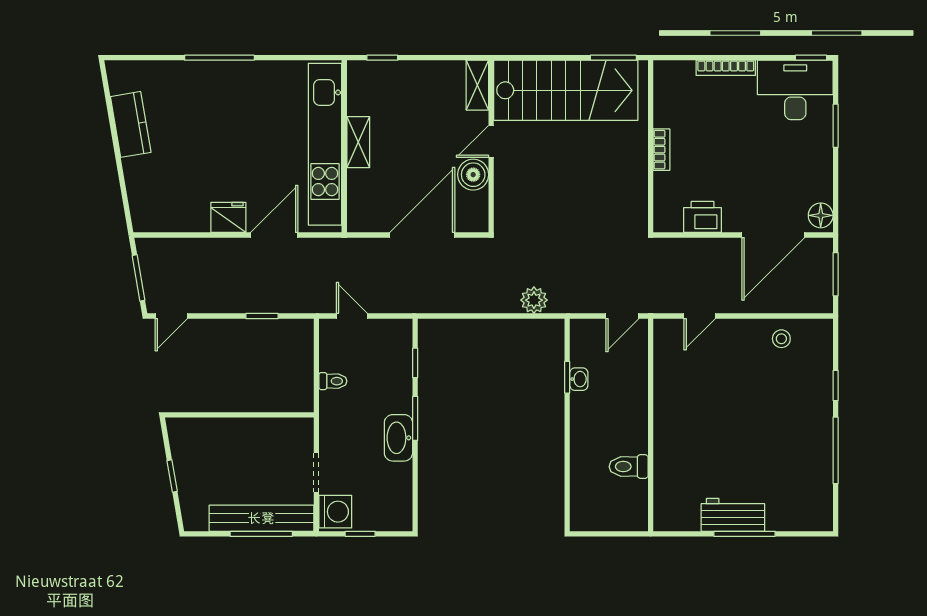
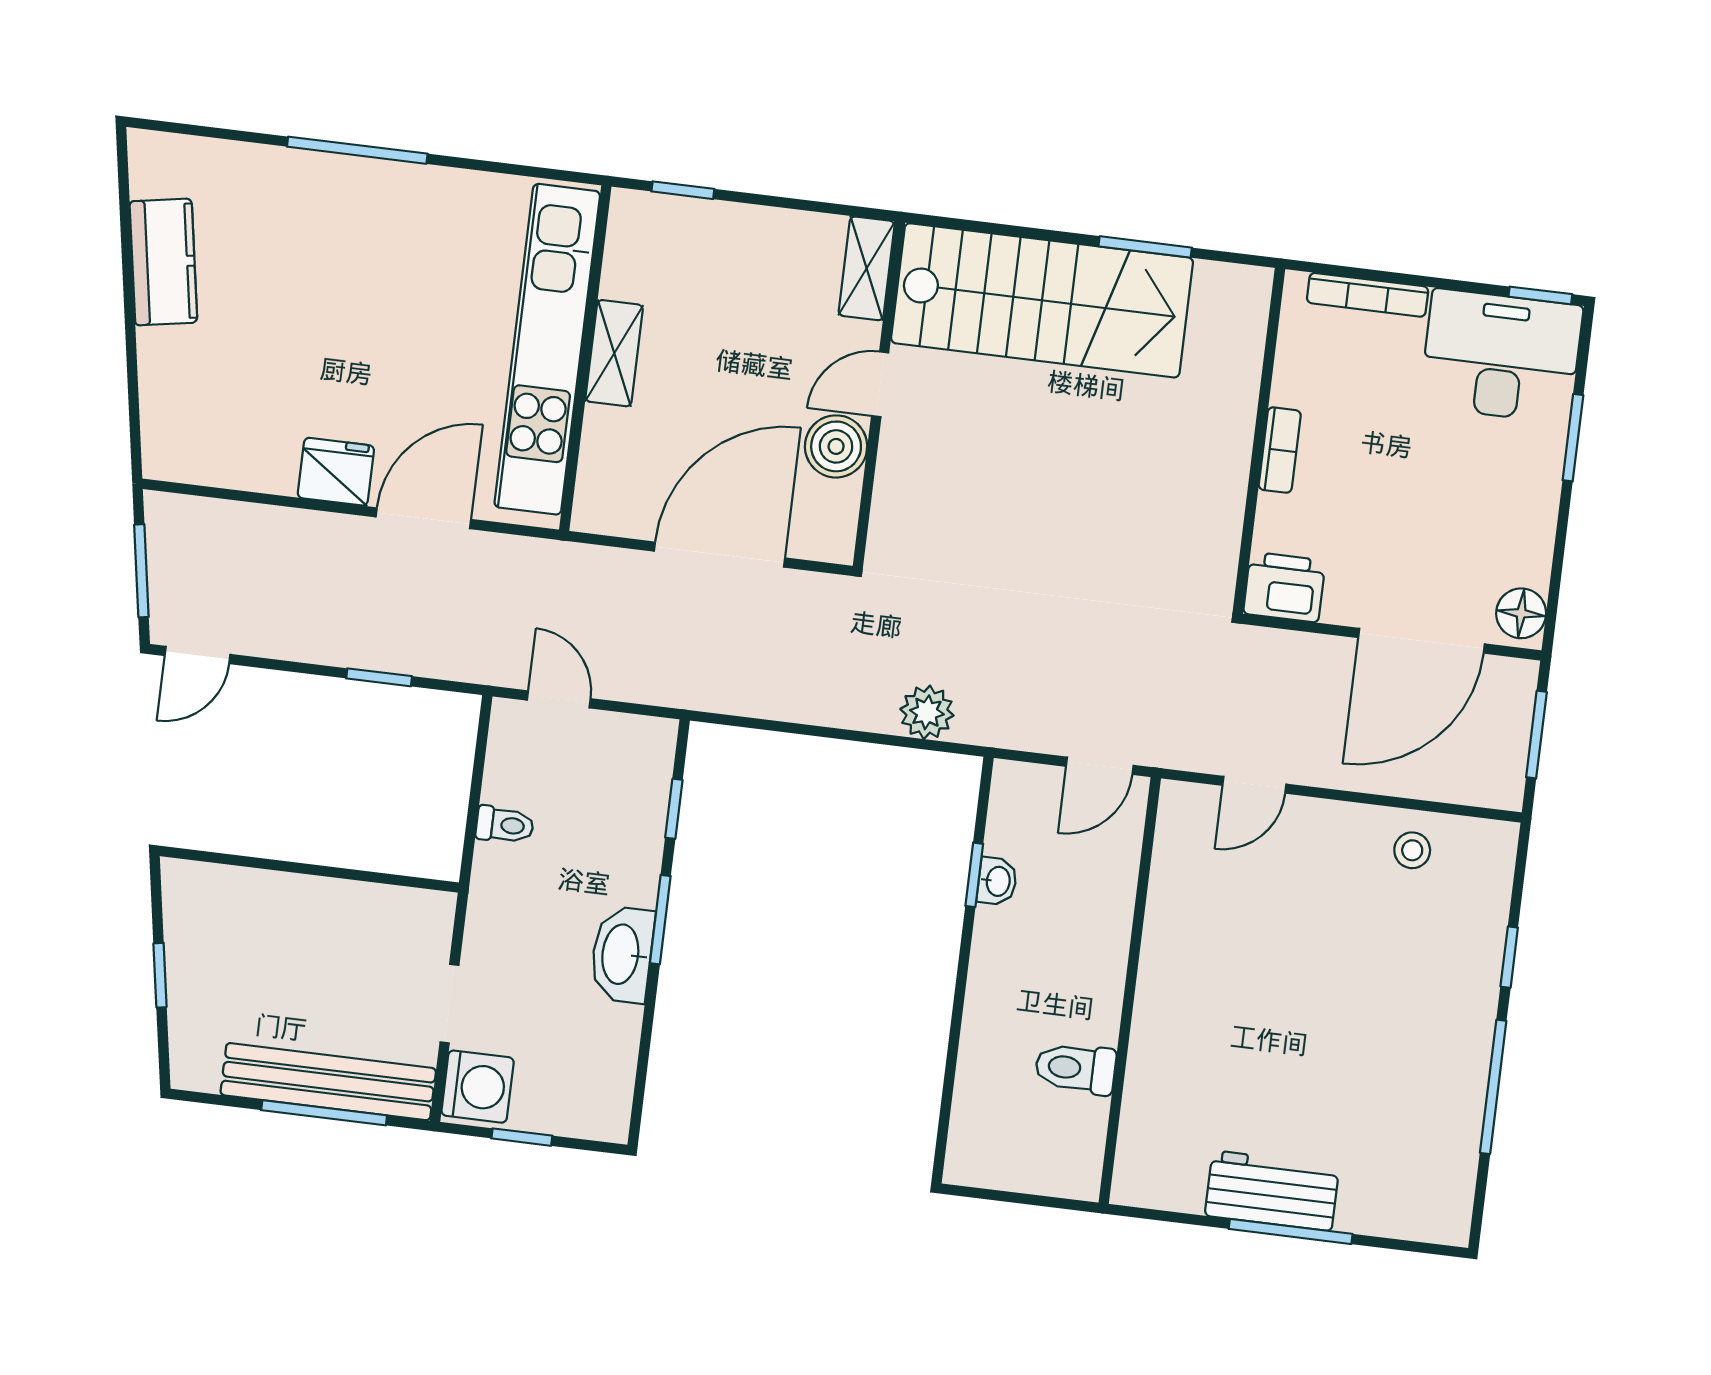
wall: (651, 146) -> (1259, 441), moved
bookcase: (662, 150) -> (1280, 450), moved

